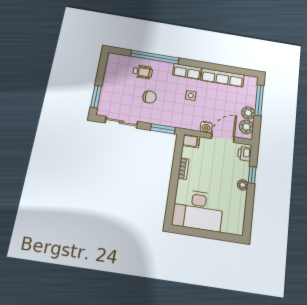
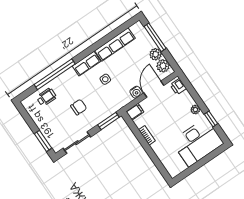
wheelchair: (143, 72) -> (46, 97), moved
window: (252, 175) -> (211, 119), moved
desk: (198, 210) -> (198, 142), moved

